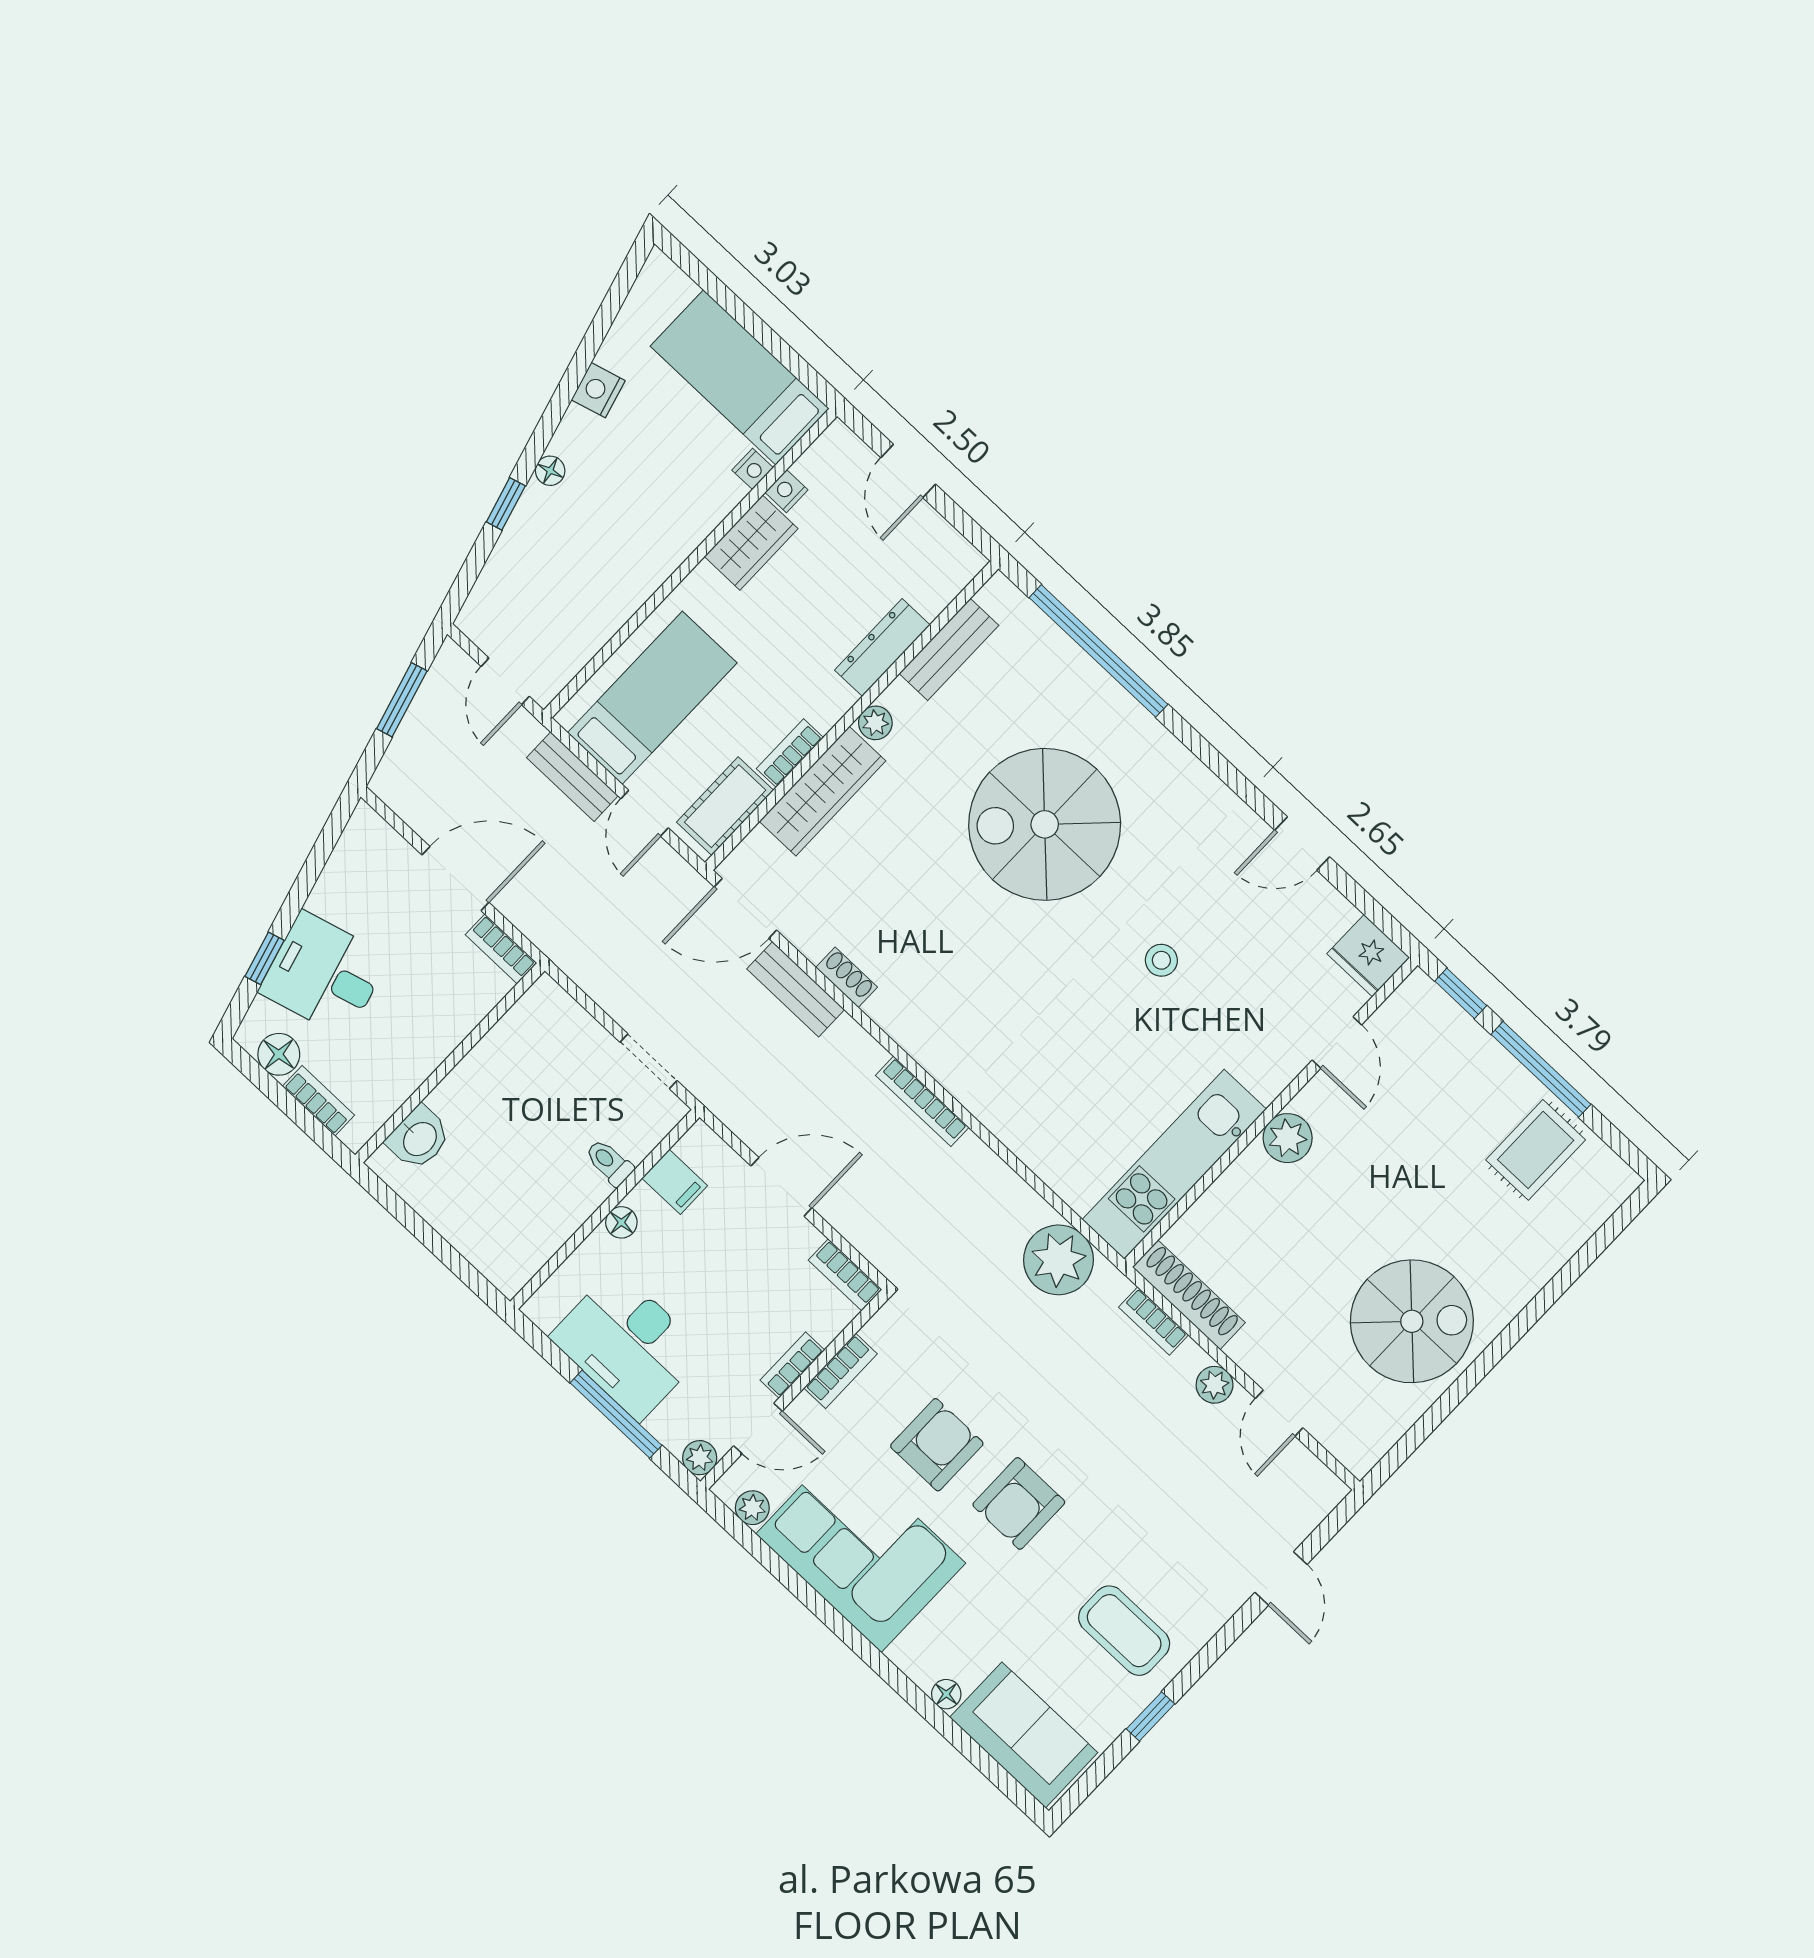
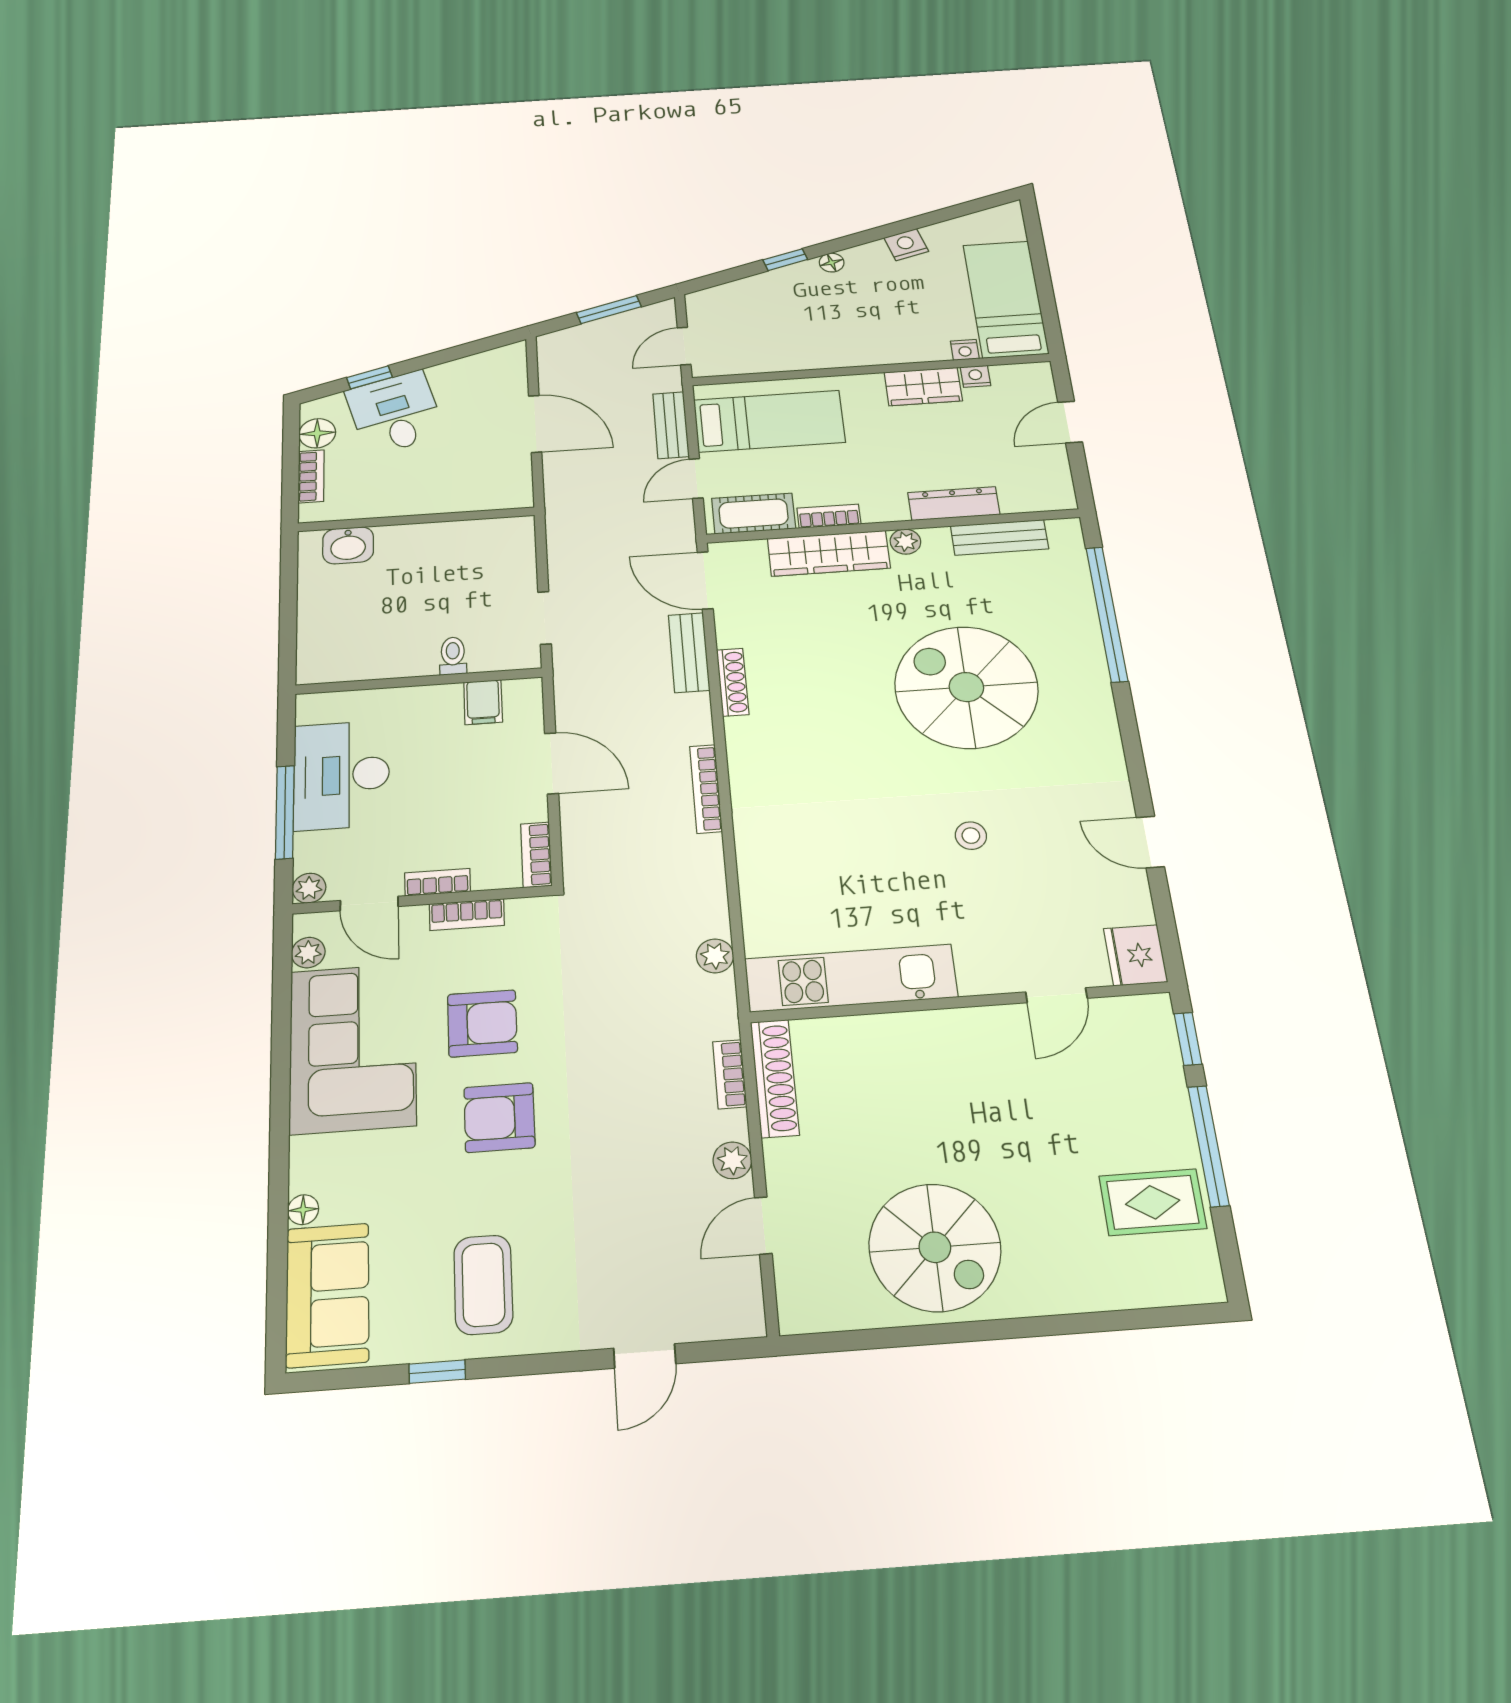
bookcase: (501, 949) -> (520, 482), removed
shoe rack: (847, 977) -> (733, 682), width x1.43
plant: (1288, 1138) -> (956, 1031), removed
floor lamp: (621, 1222) -> (421, 698), removed
plant: (1058, 1260) -> (715, 956), width x0.53, depth x0.53

